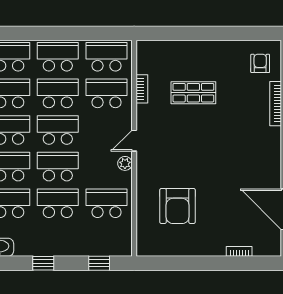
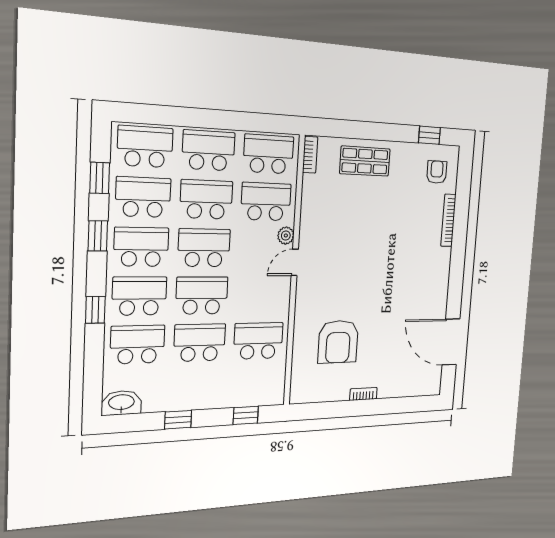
window: (250, 33) -> (430, 135), added
bookcase: (142, 89) -> (310, 155), moved
shop shelf: (193, 93) -> (365, 161), moved
plant: (125, 163) -> (286, 236), moved
bookcase: (239, 251) -> (363, 394), moved

